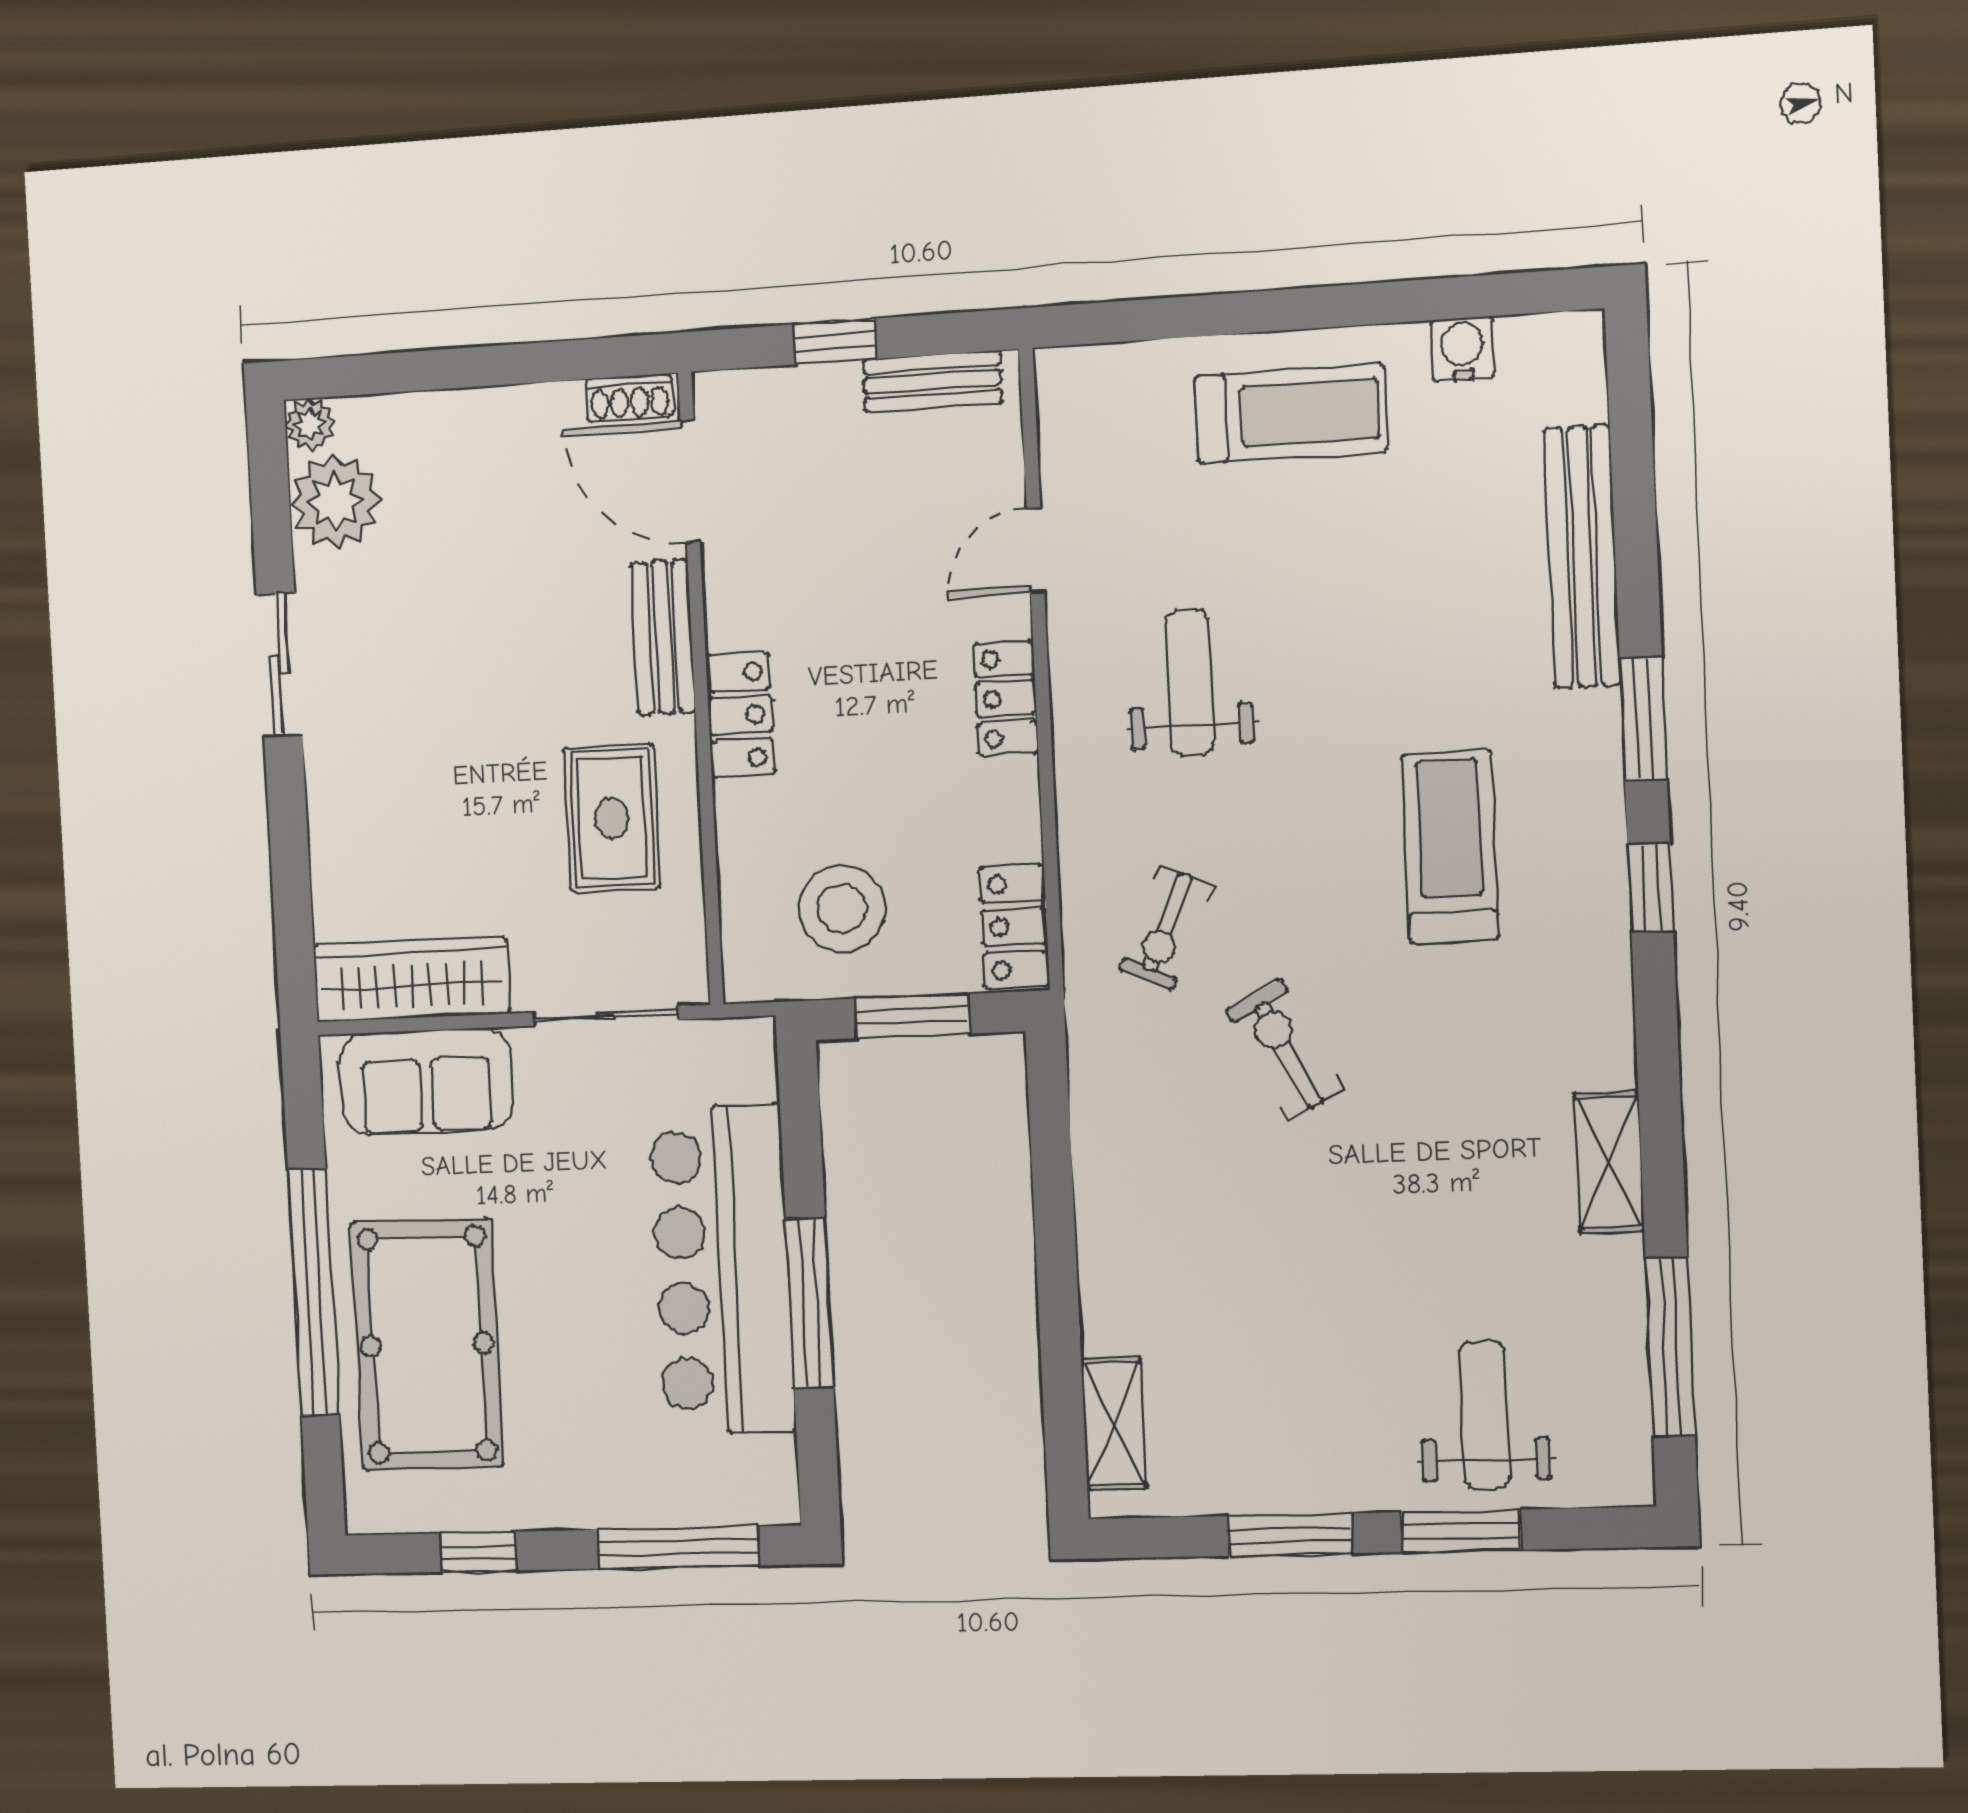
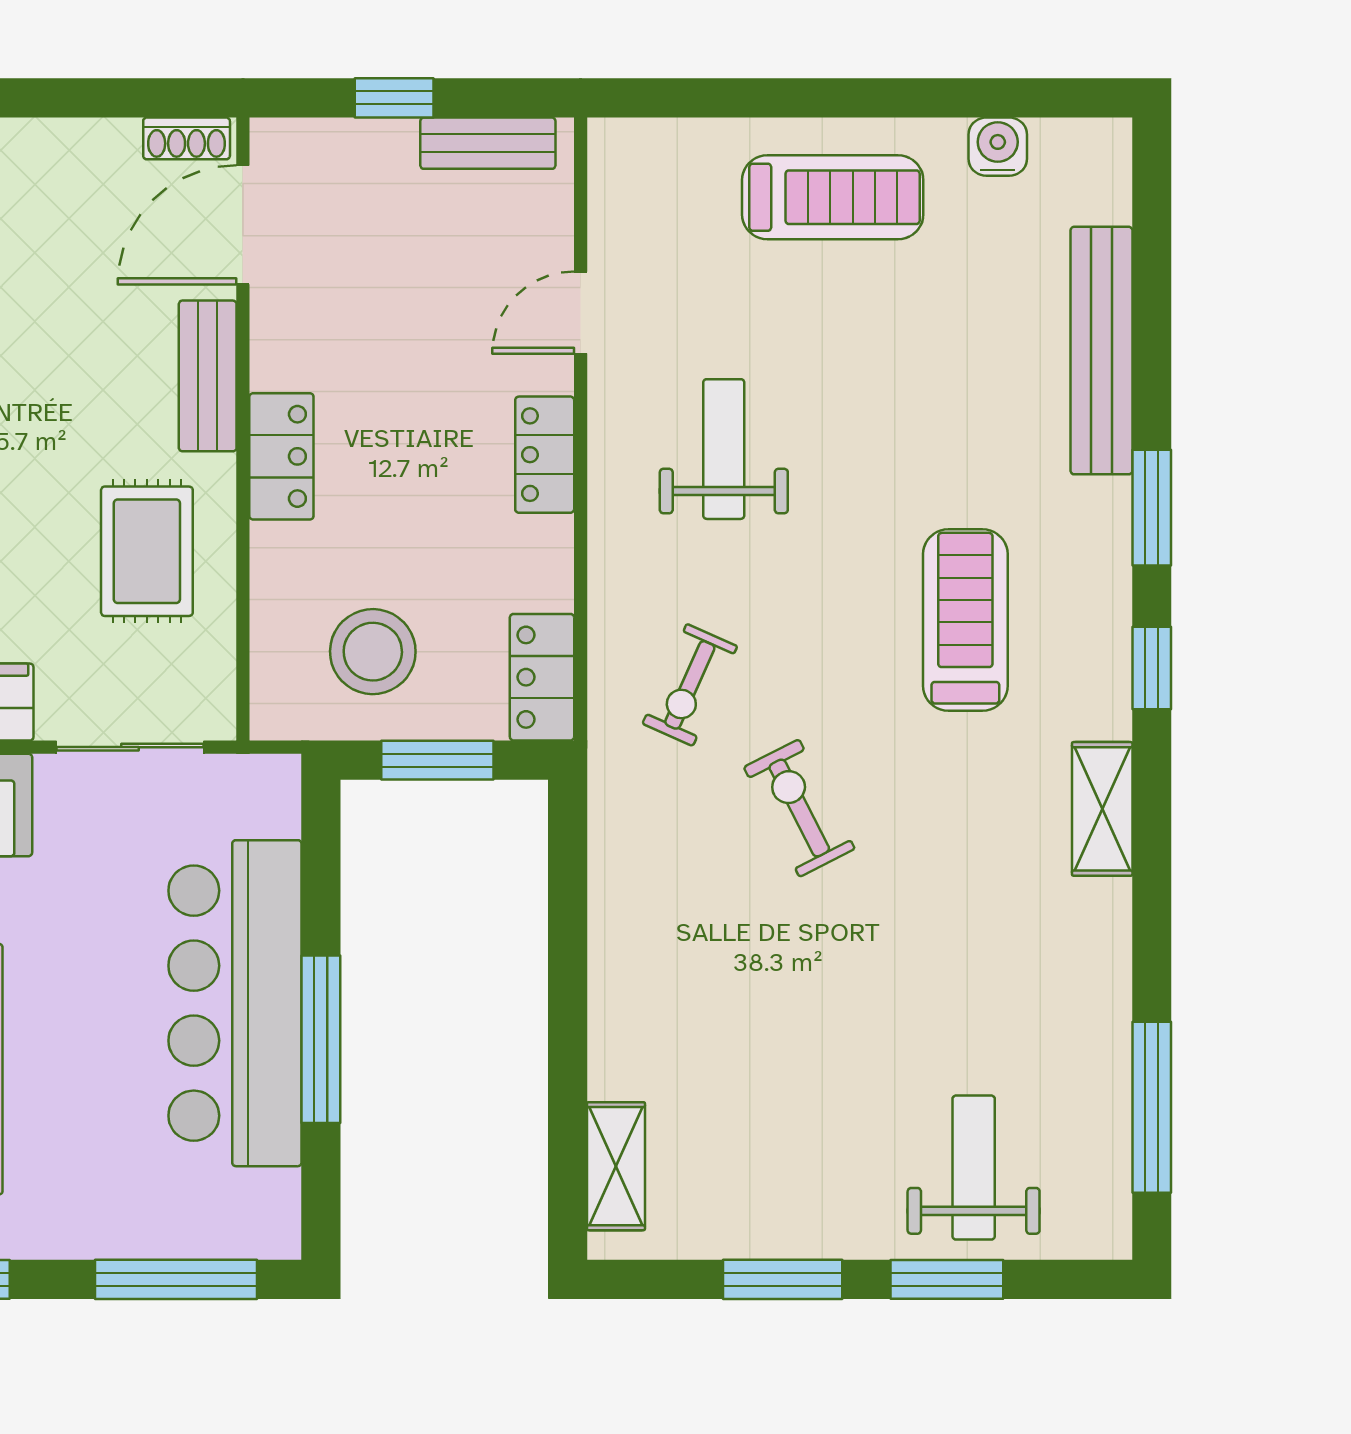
door: (690, 482) -> (243, 225), hinge flipped
shelving: (1609, 1162) -> (1102, 809), moved

